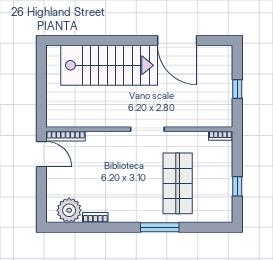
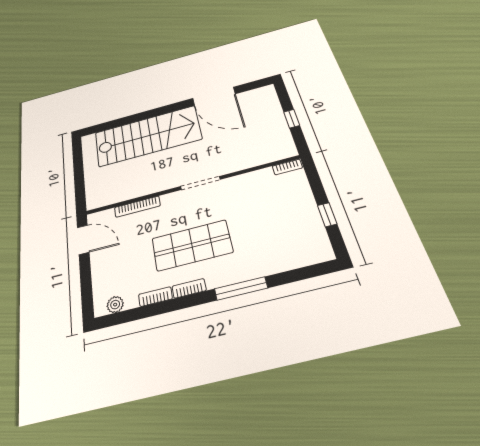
bookcase: (66, 136) -> (137, 207), moved
shop shelf: (178, 183) -> (192, 245), moved, turned 90
plant: (69, 210) -> (115, 305), width x0.53, depth x0.53
bookcase: (122, 218) -> (189, 288), added

